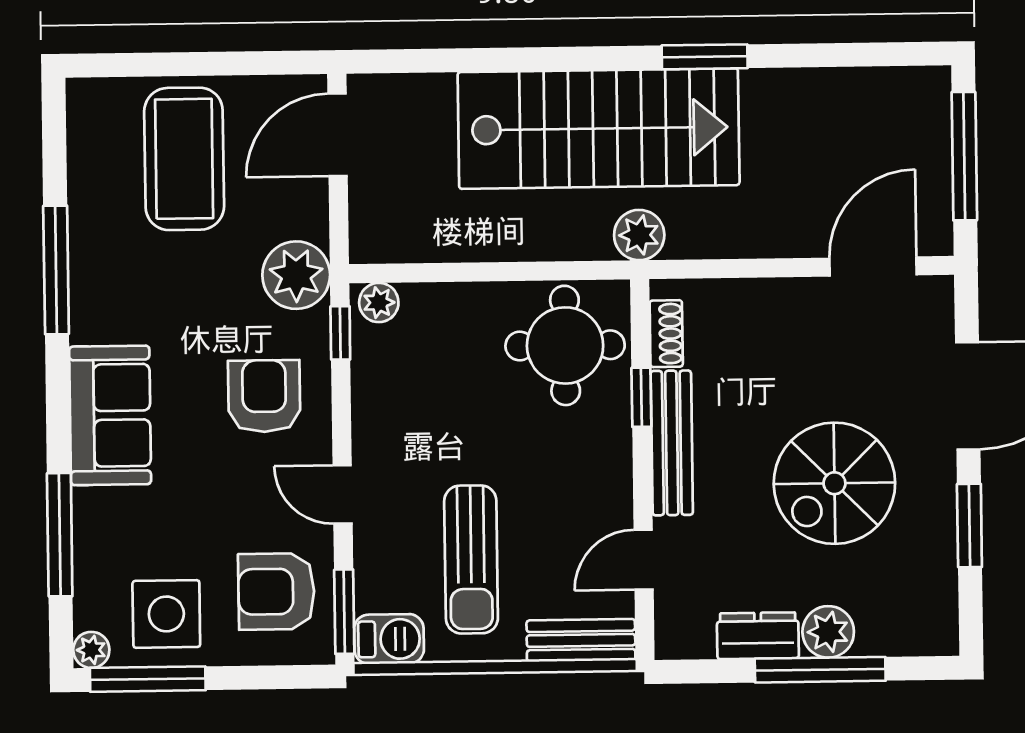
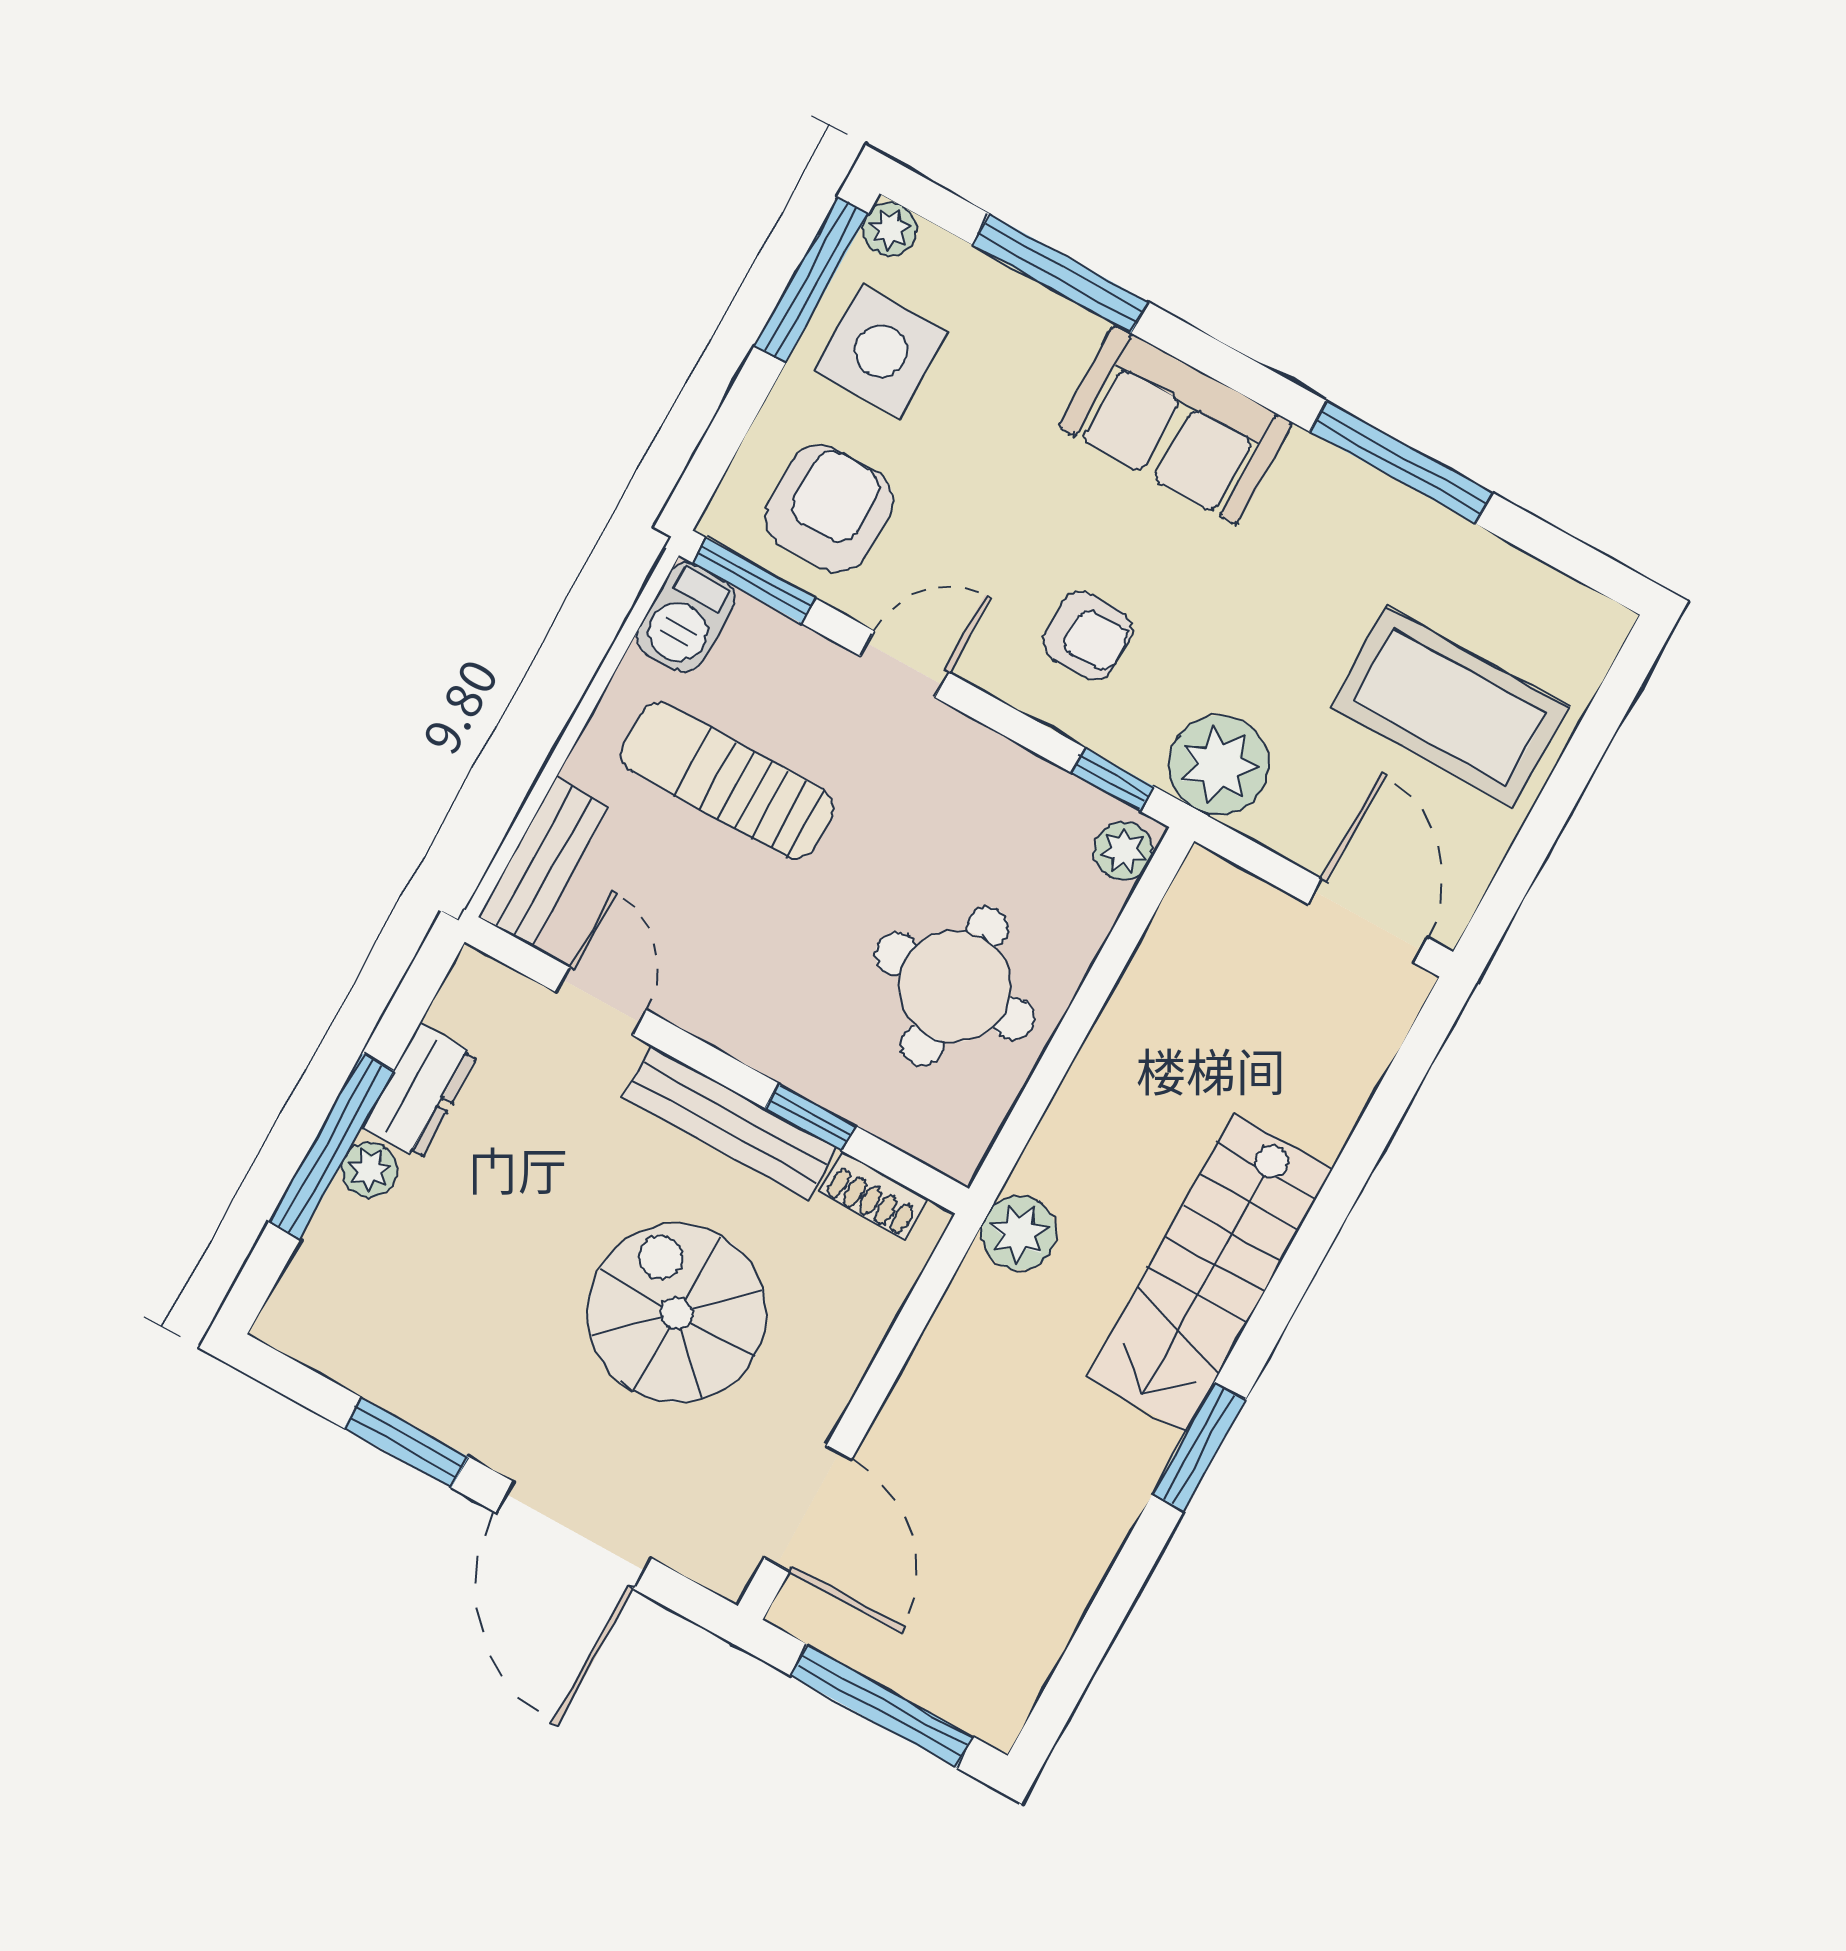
stairs: (599, 129) -> (1210, 1273), width x0.73, depth x0.66
round table: (565, 345) -> (955, 986), moved
armchair: (264, 396) -> (1088, 636), width x0.72, depth x0.72
spiral stairs: (834, 483) -> (677, 1313), moved
plant: (828, 632) -> (370, 1170), width x0.73, depth x0.73

